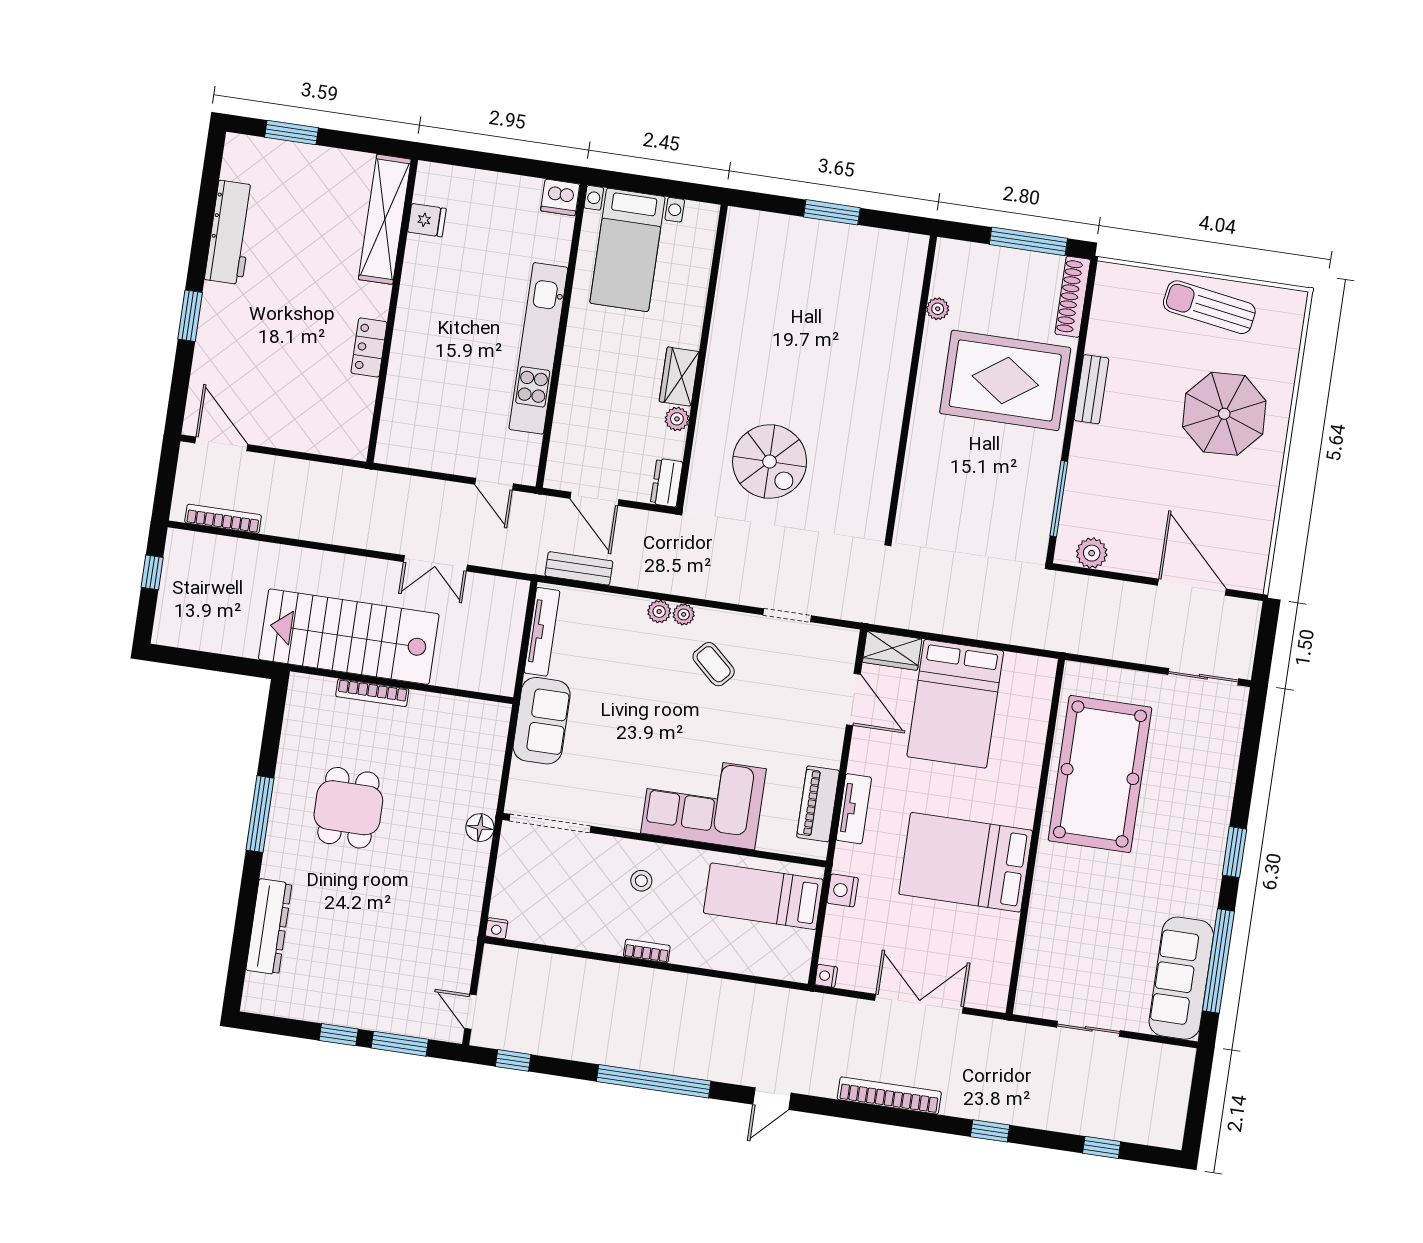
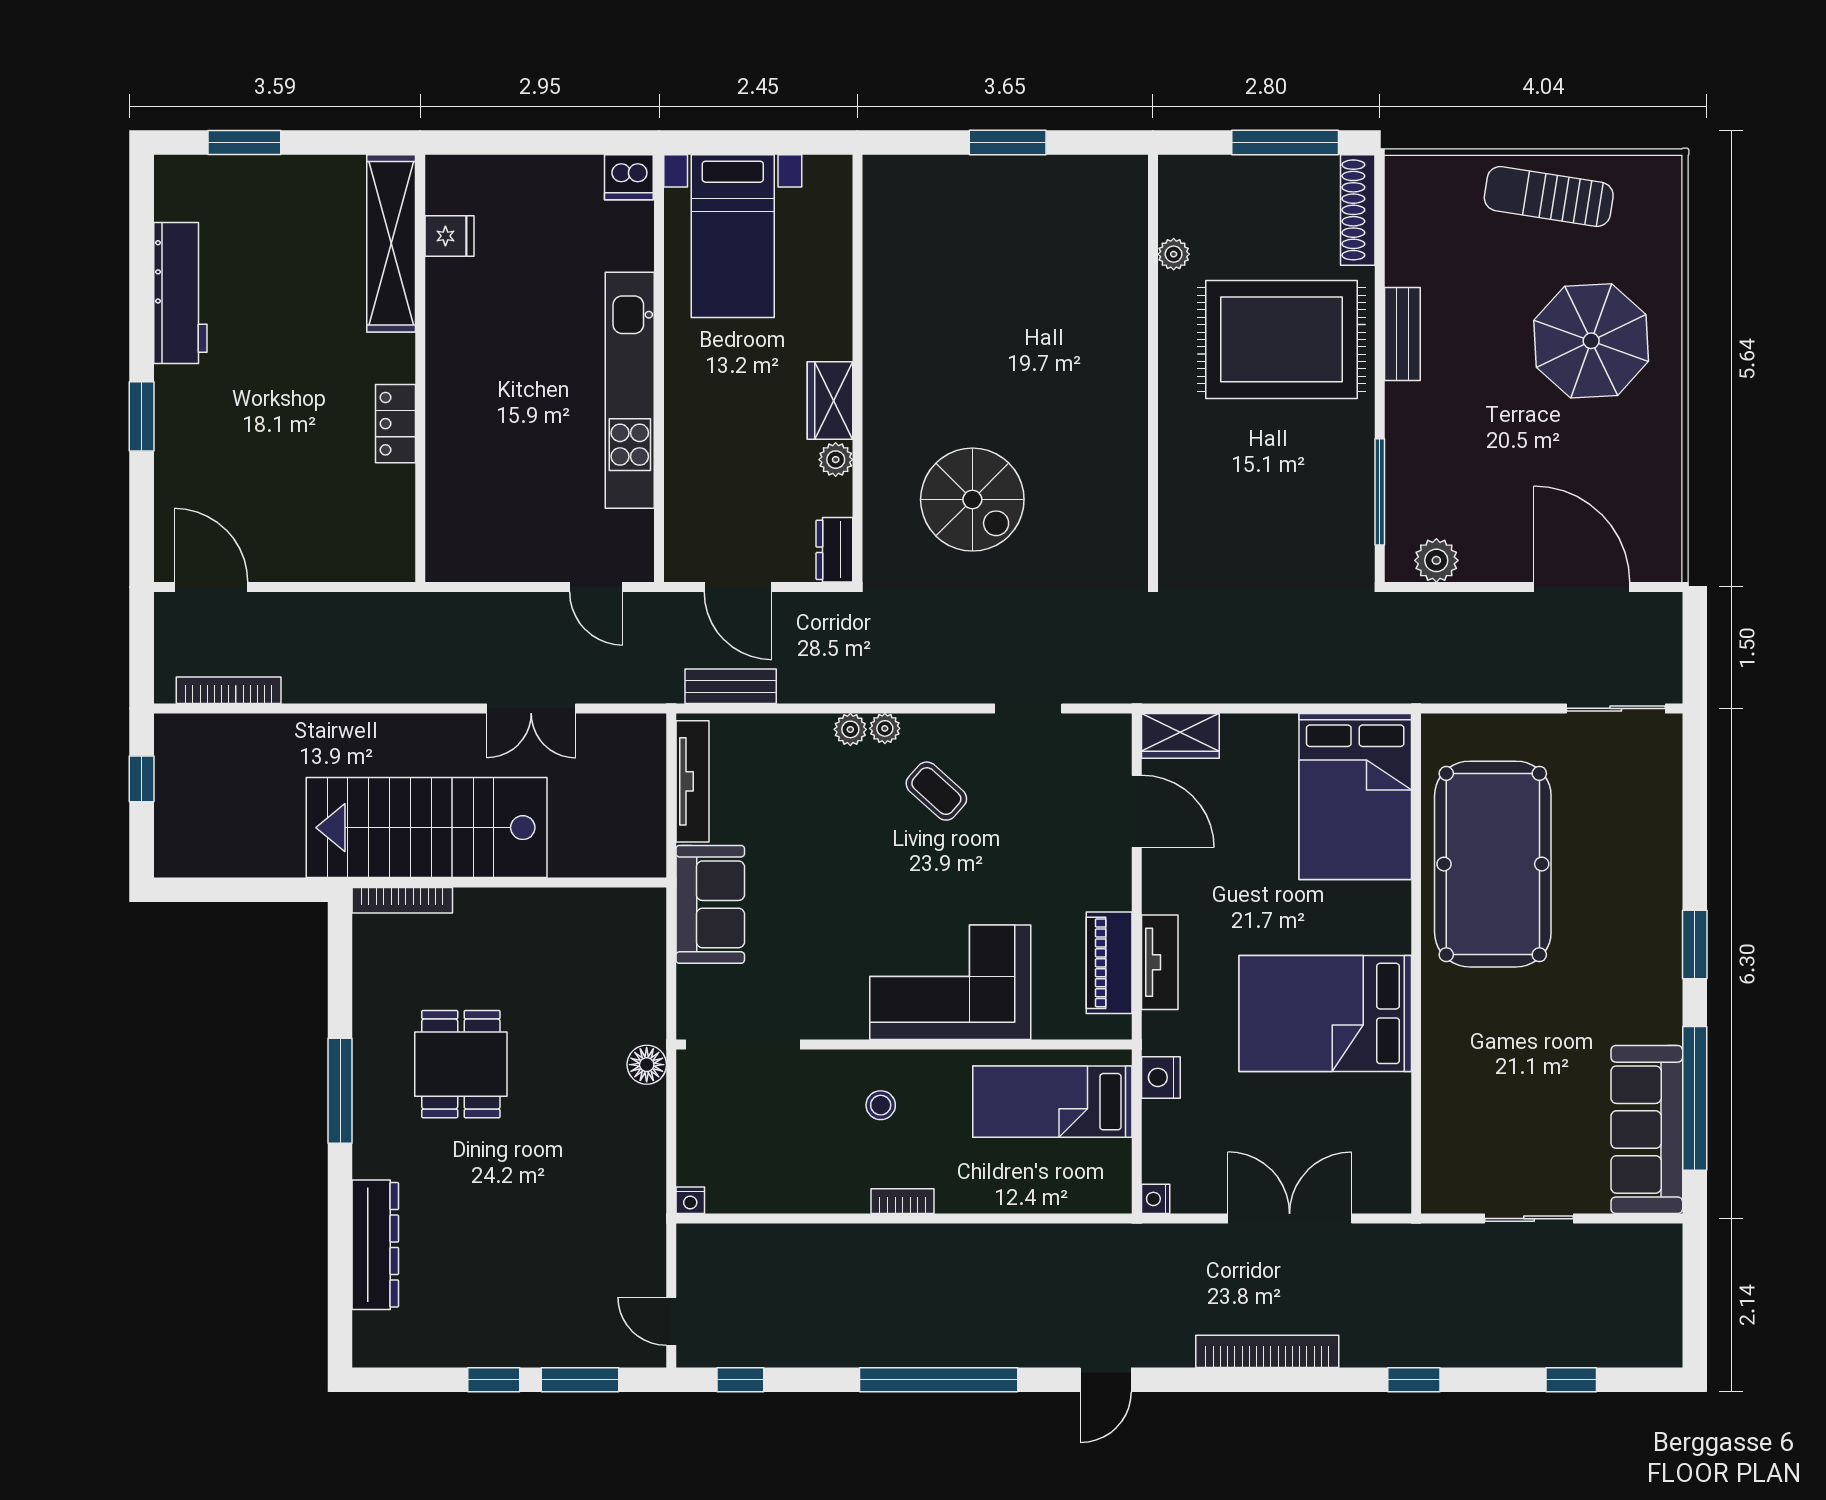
bookcase: (372, 693) -> (402, 900), moved
bed: (955, 704) -> (1355, 796), moved

